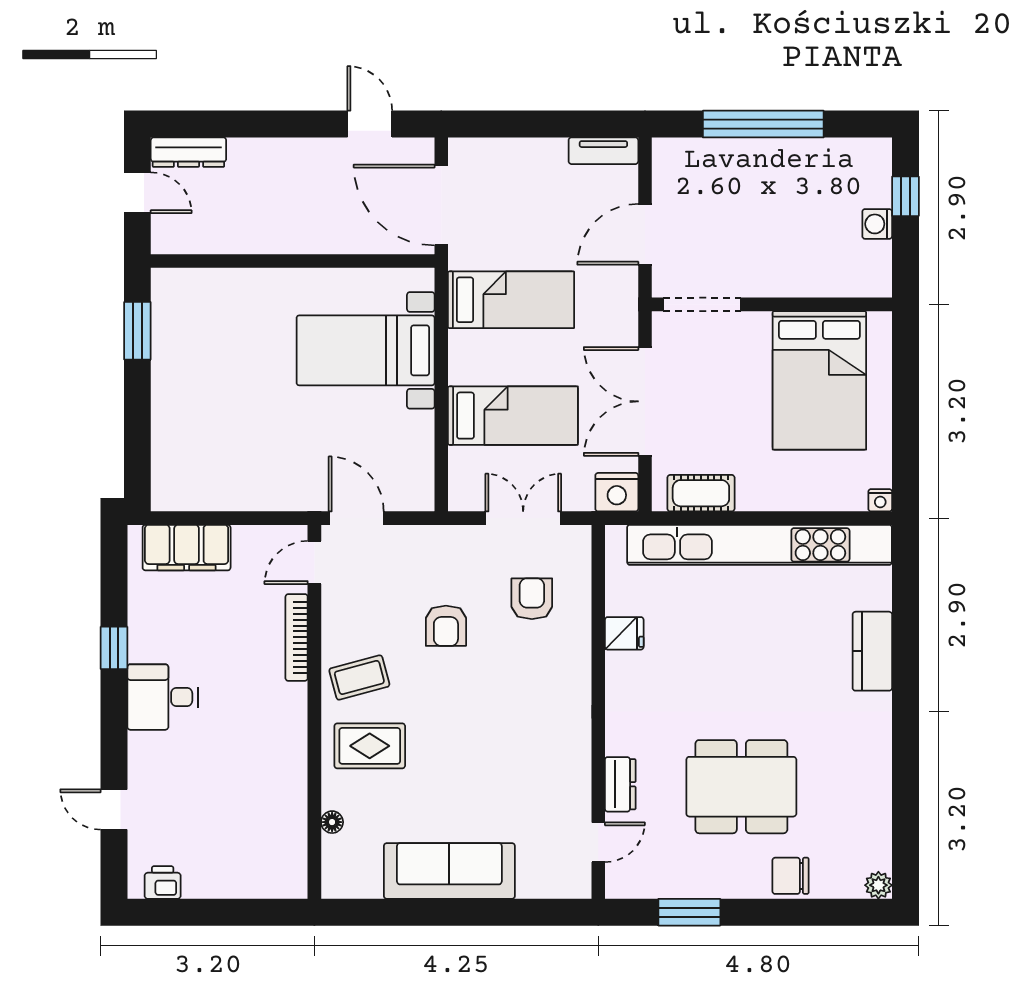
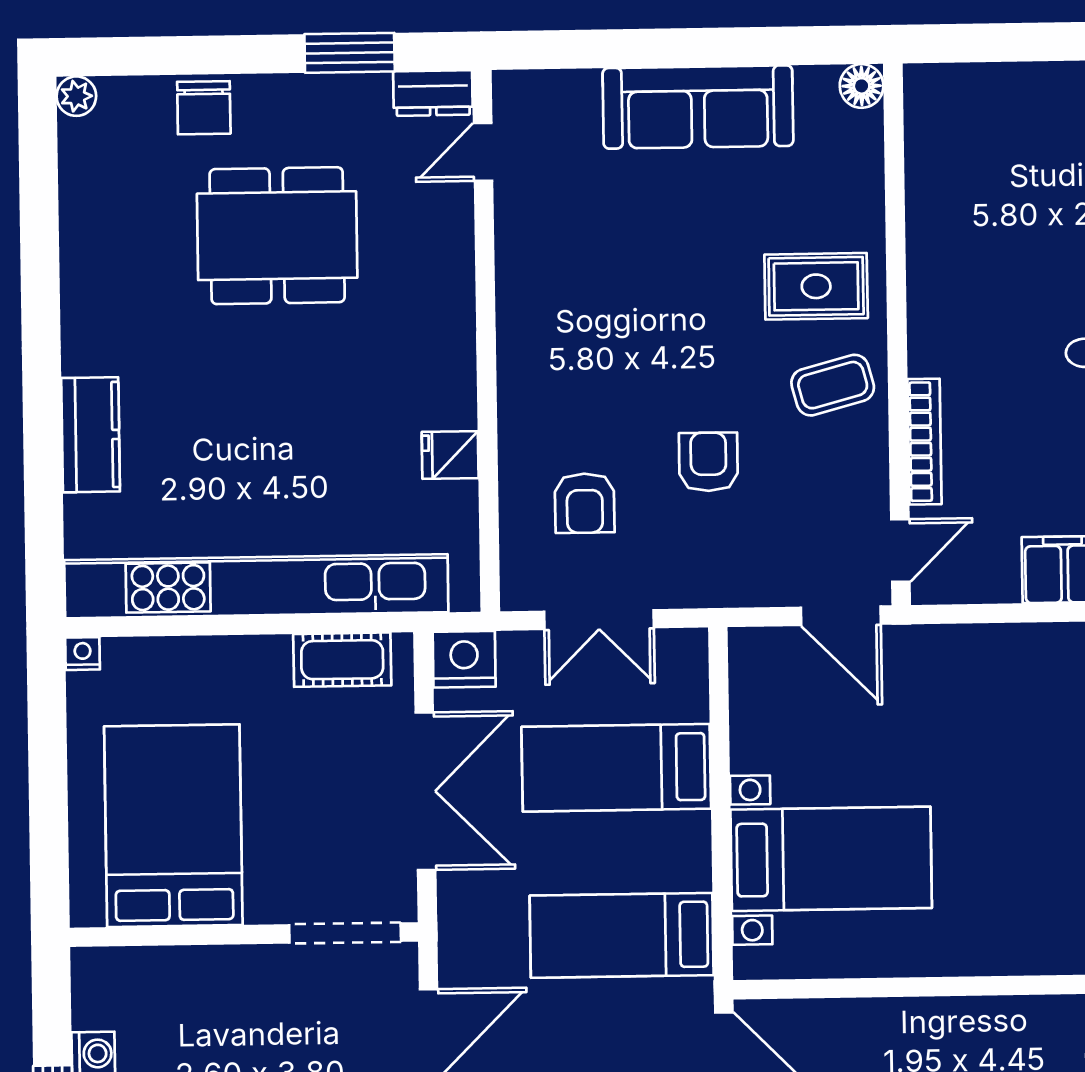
dresser: (620, 784) -> (433, 93), moved, turned -90
floor lamp: (332, 822) -> (862, 86), moved, width x1.37, depth x1.37
chair: (791, 876) -> (204, 108), turned 90

